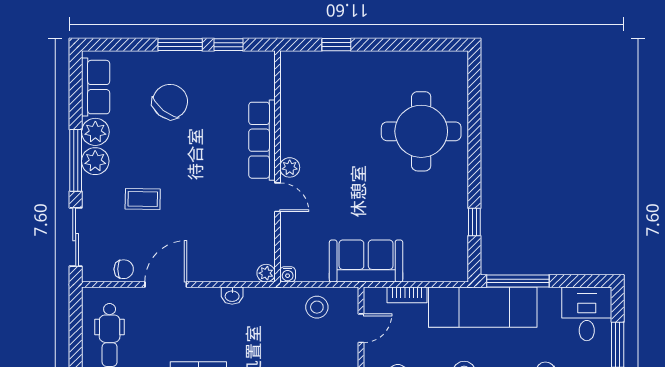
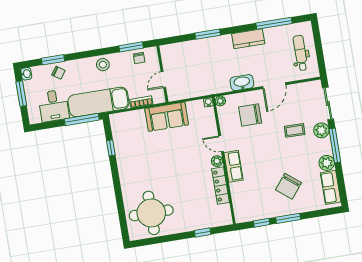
locker: (291, 123) -> (221, 186), added
round table: (421, 131) -> (151, 213), moved
row of seats: (262, 140) -> (233, 166), width x0.68
plant: (95, 161) -> (321, 130), moved
chair: (124, 269) -> (250, 115), moved, width x1.87, depth x1.87
washbasin: (232, 296) -> (242, 83), width x1.91, depth x1.45
stool: (317, 307) -> (189, 87), removed
desk: (587, 314) -> (54, 106), moved

